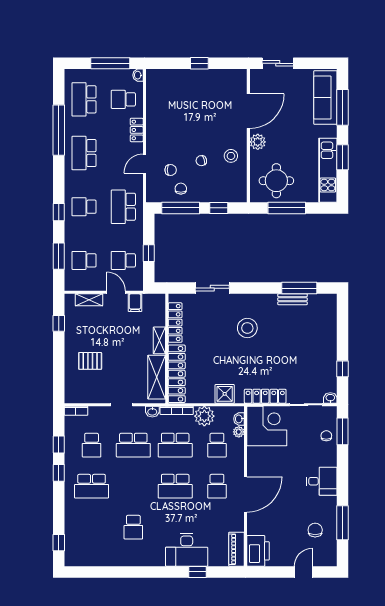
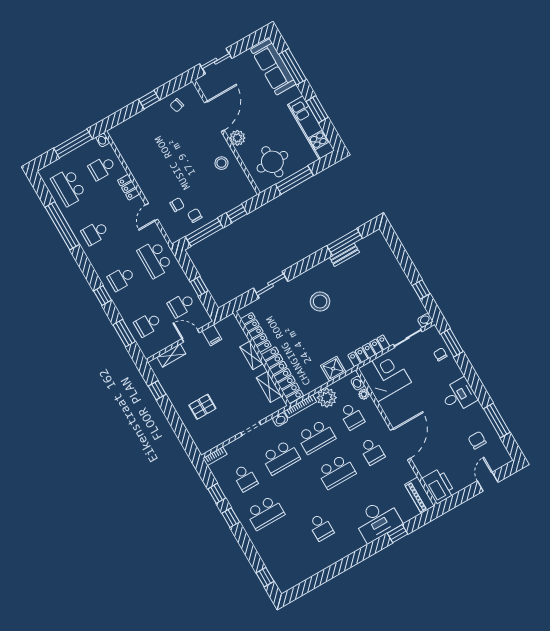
school desk: (84, 153) -> (95, 233), width x0.54
chair: (201, 161) -> (177, 105), moved
shelving: (157, 377) -> (269, 387), width x0.67, depth x0.75

